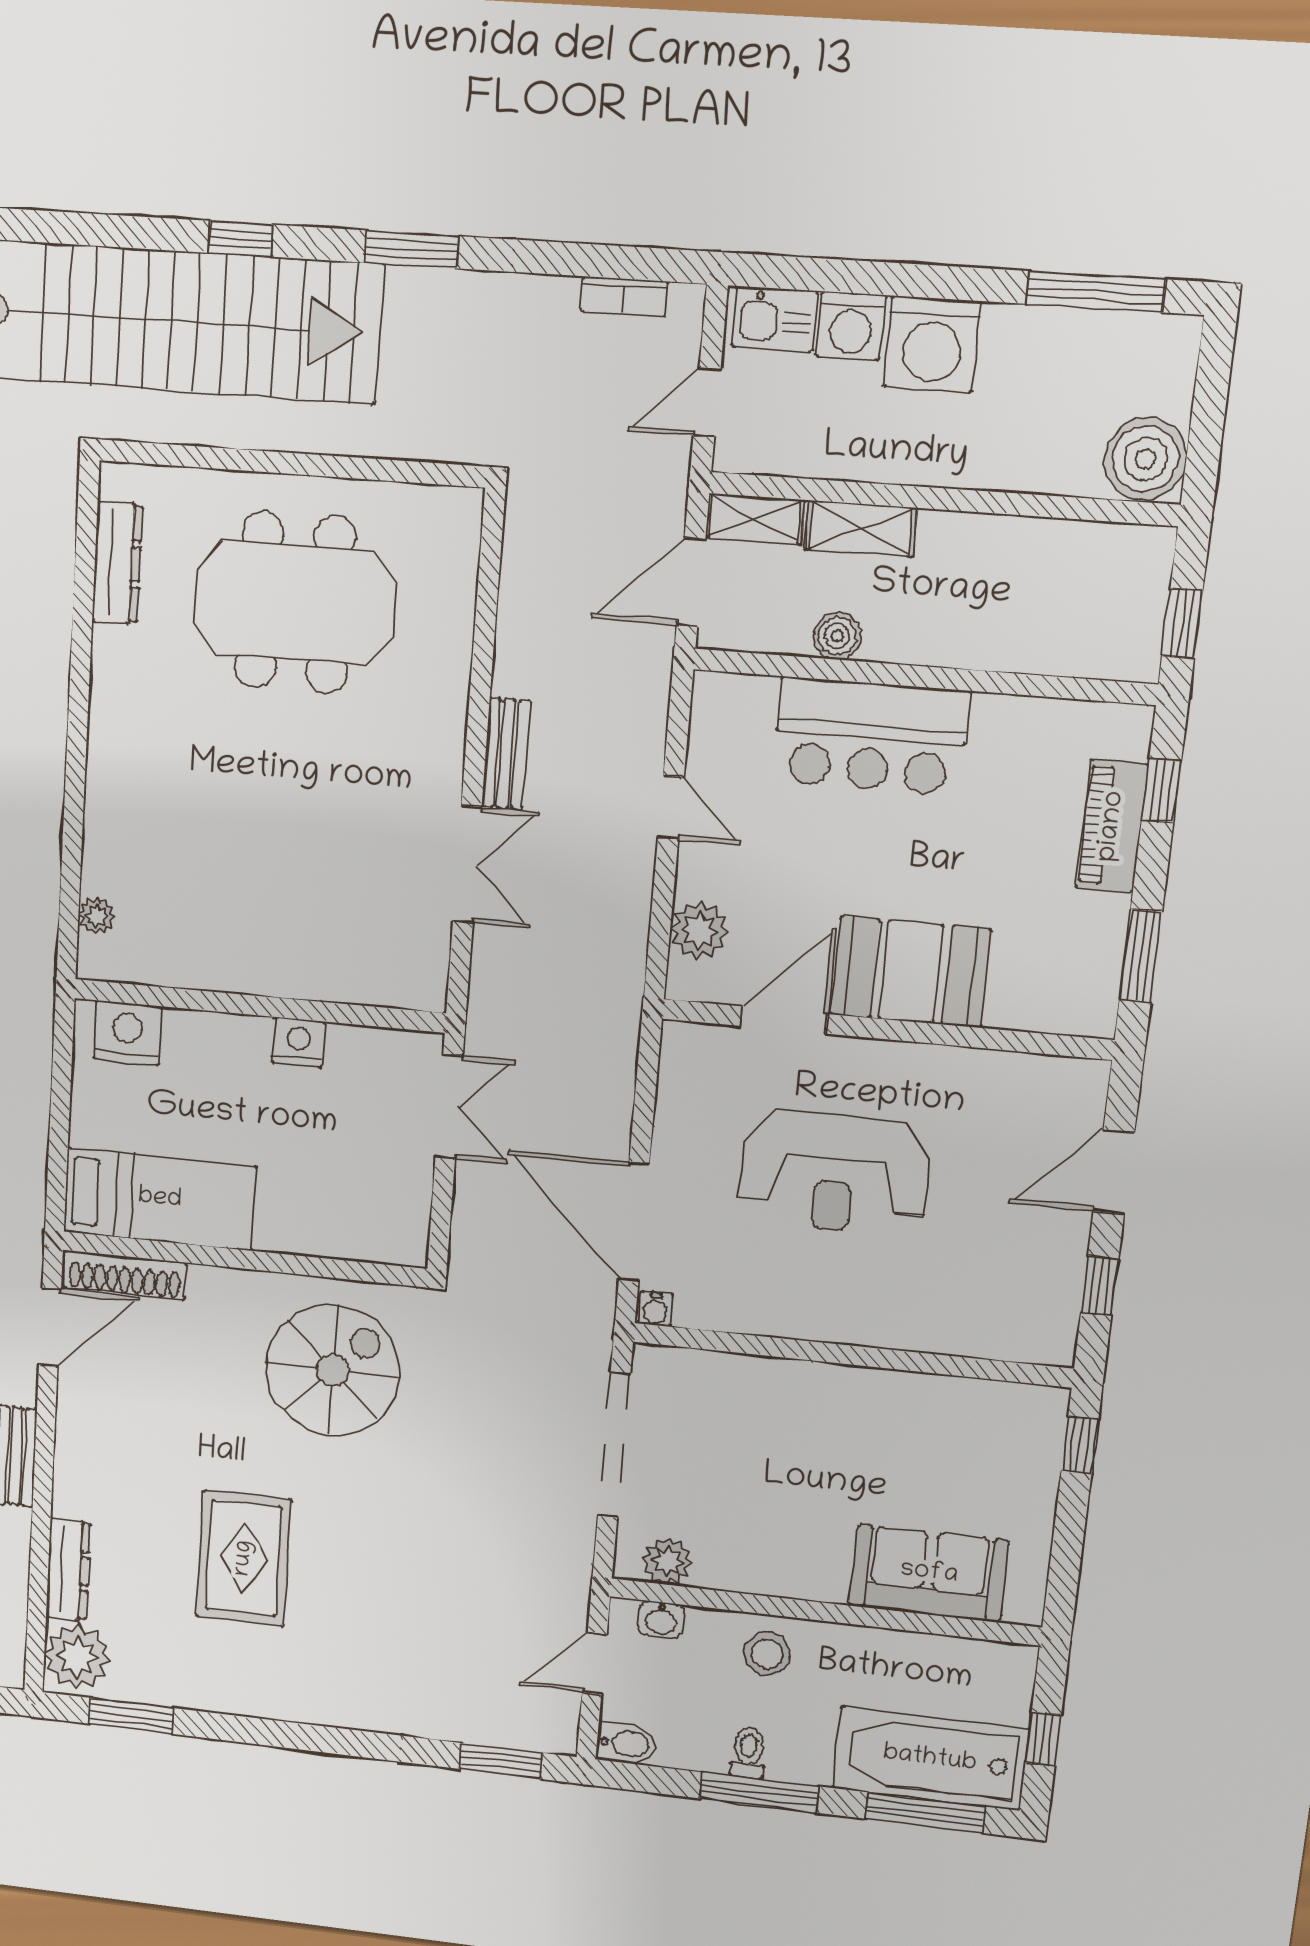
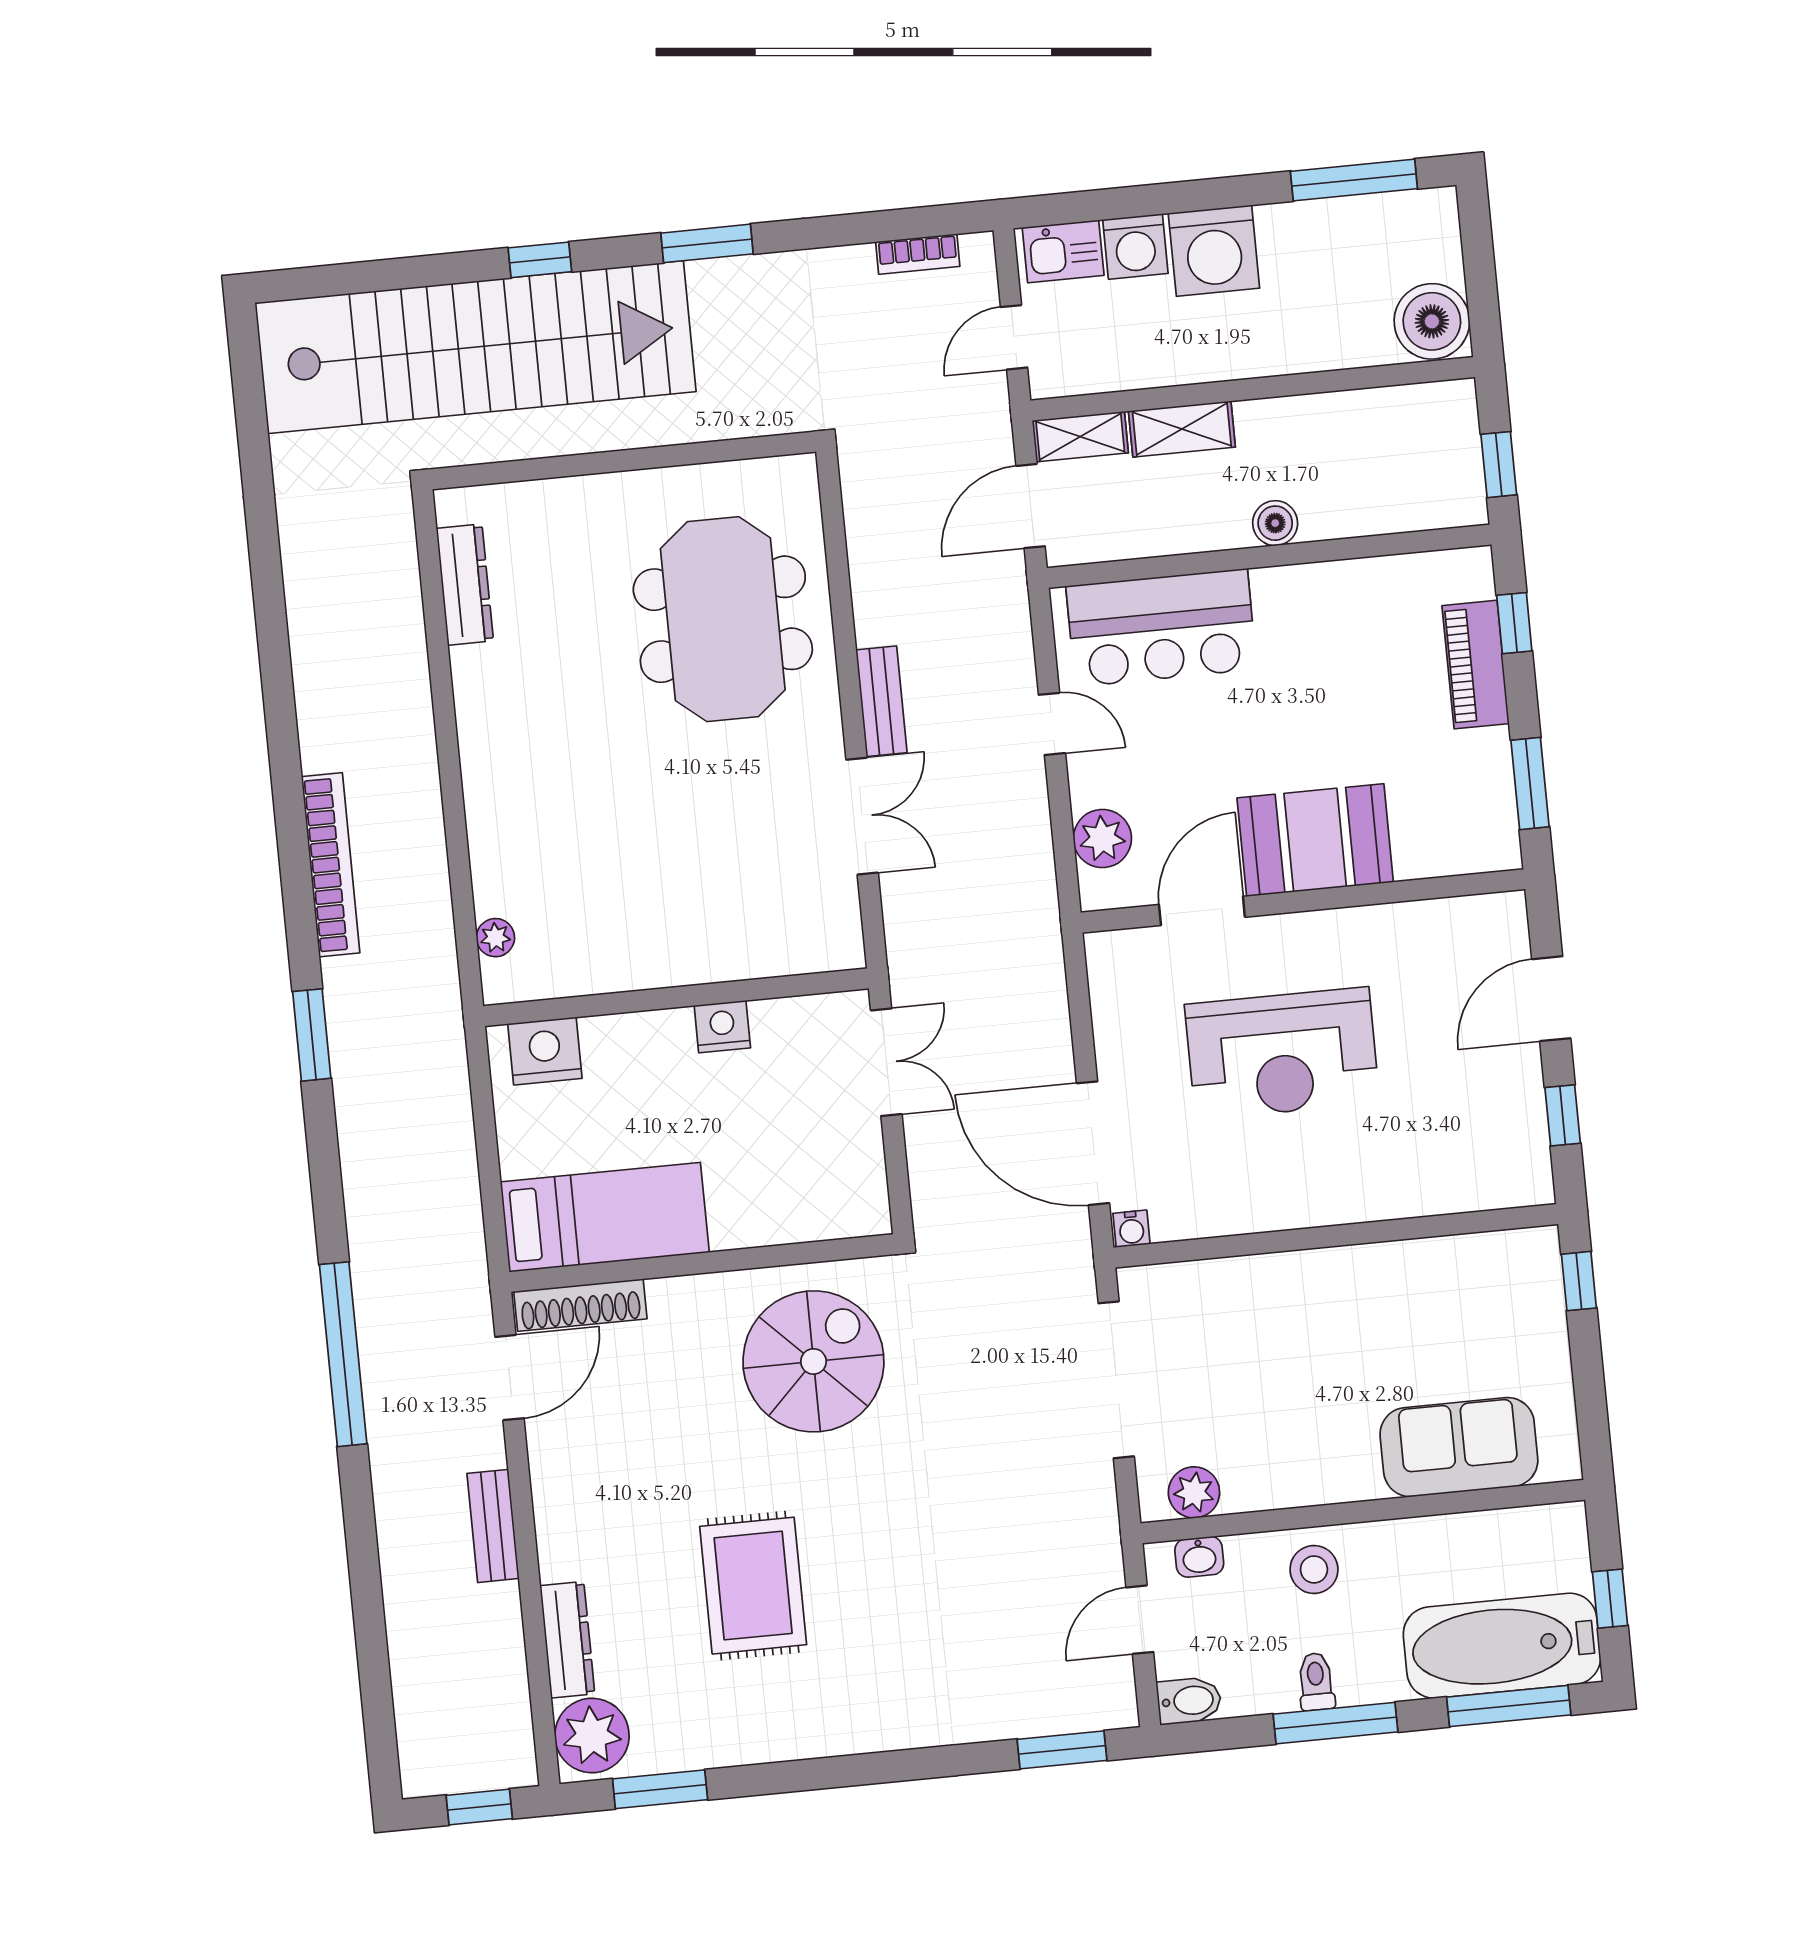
meeting table: (295, 602) -> (723, 619), moved, turned 90
boiler: (837, 636) -> (1275, 523), moved
bar counter: (871, 736) -> (1161, 628), moved

